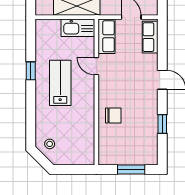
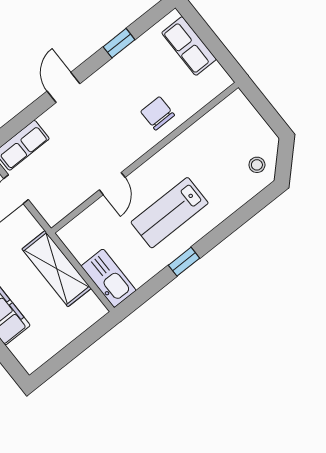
kitchen sink: (78, 28) -> (109, 278), moved
row of seats: (107, 36) -> (189, 46), moved, turned -90
window: (131, 170) -> (208, 37), removed

